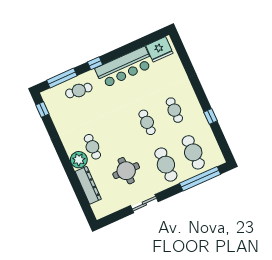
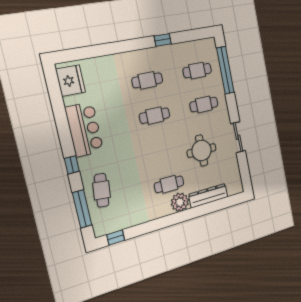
bar counter: (124, 67) -> (84, 129), width x0.73
cafe table: (193, 152) -> (197, 71), width x0.73, depth x0.74
cafe table: (166, 165) -> (204, 104), width x0.73, depth x0.74

